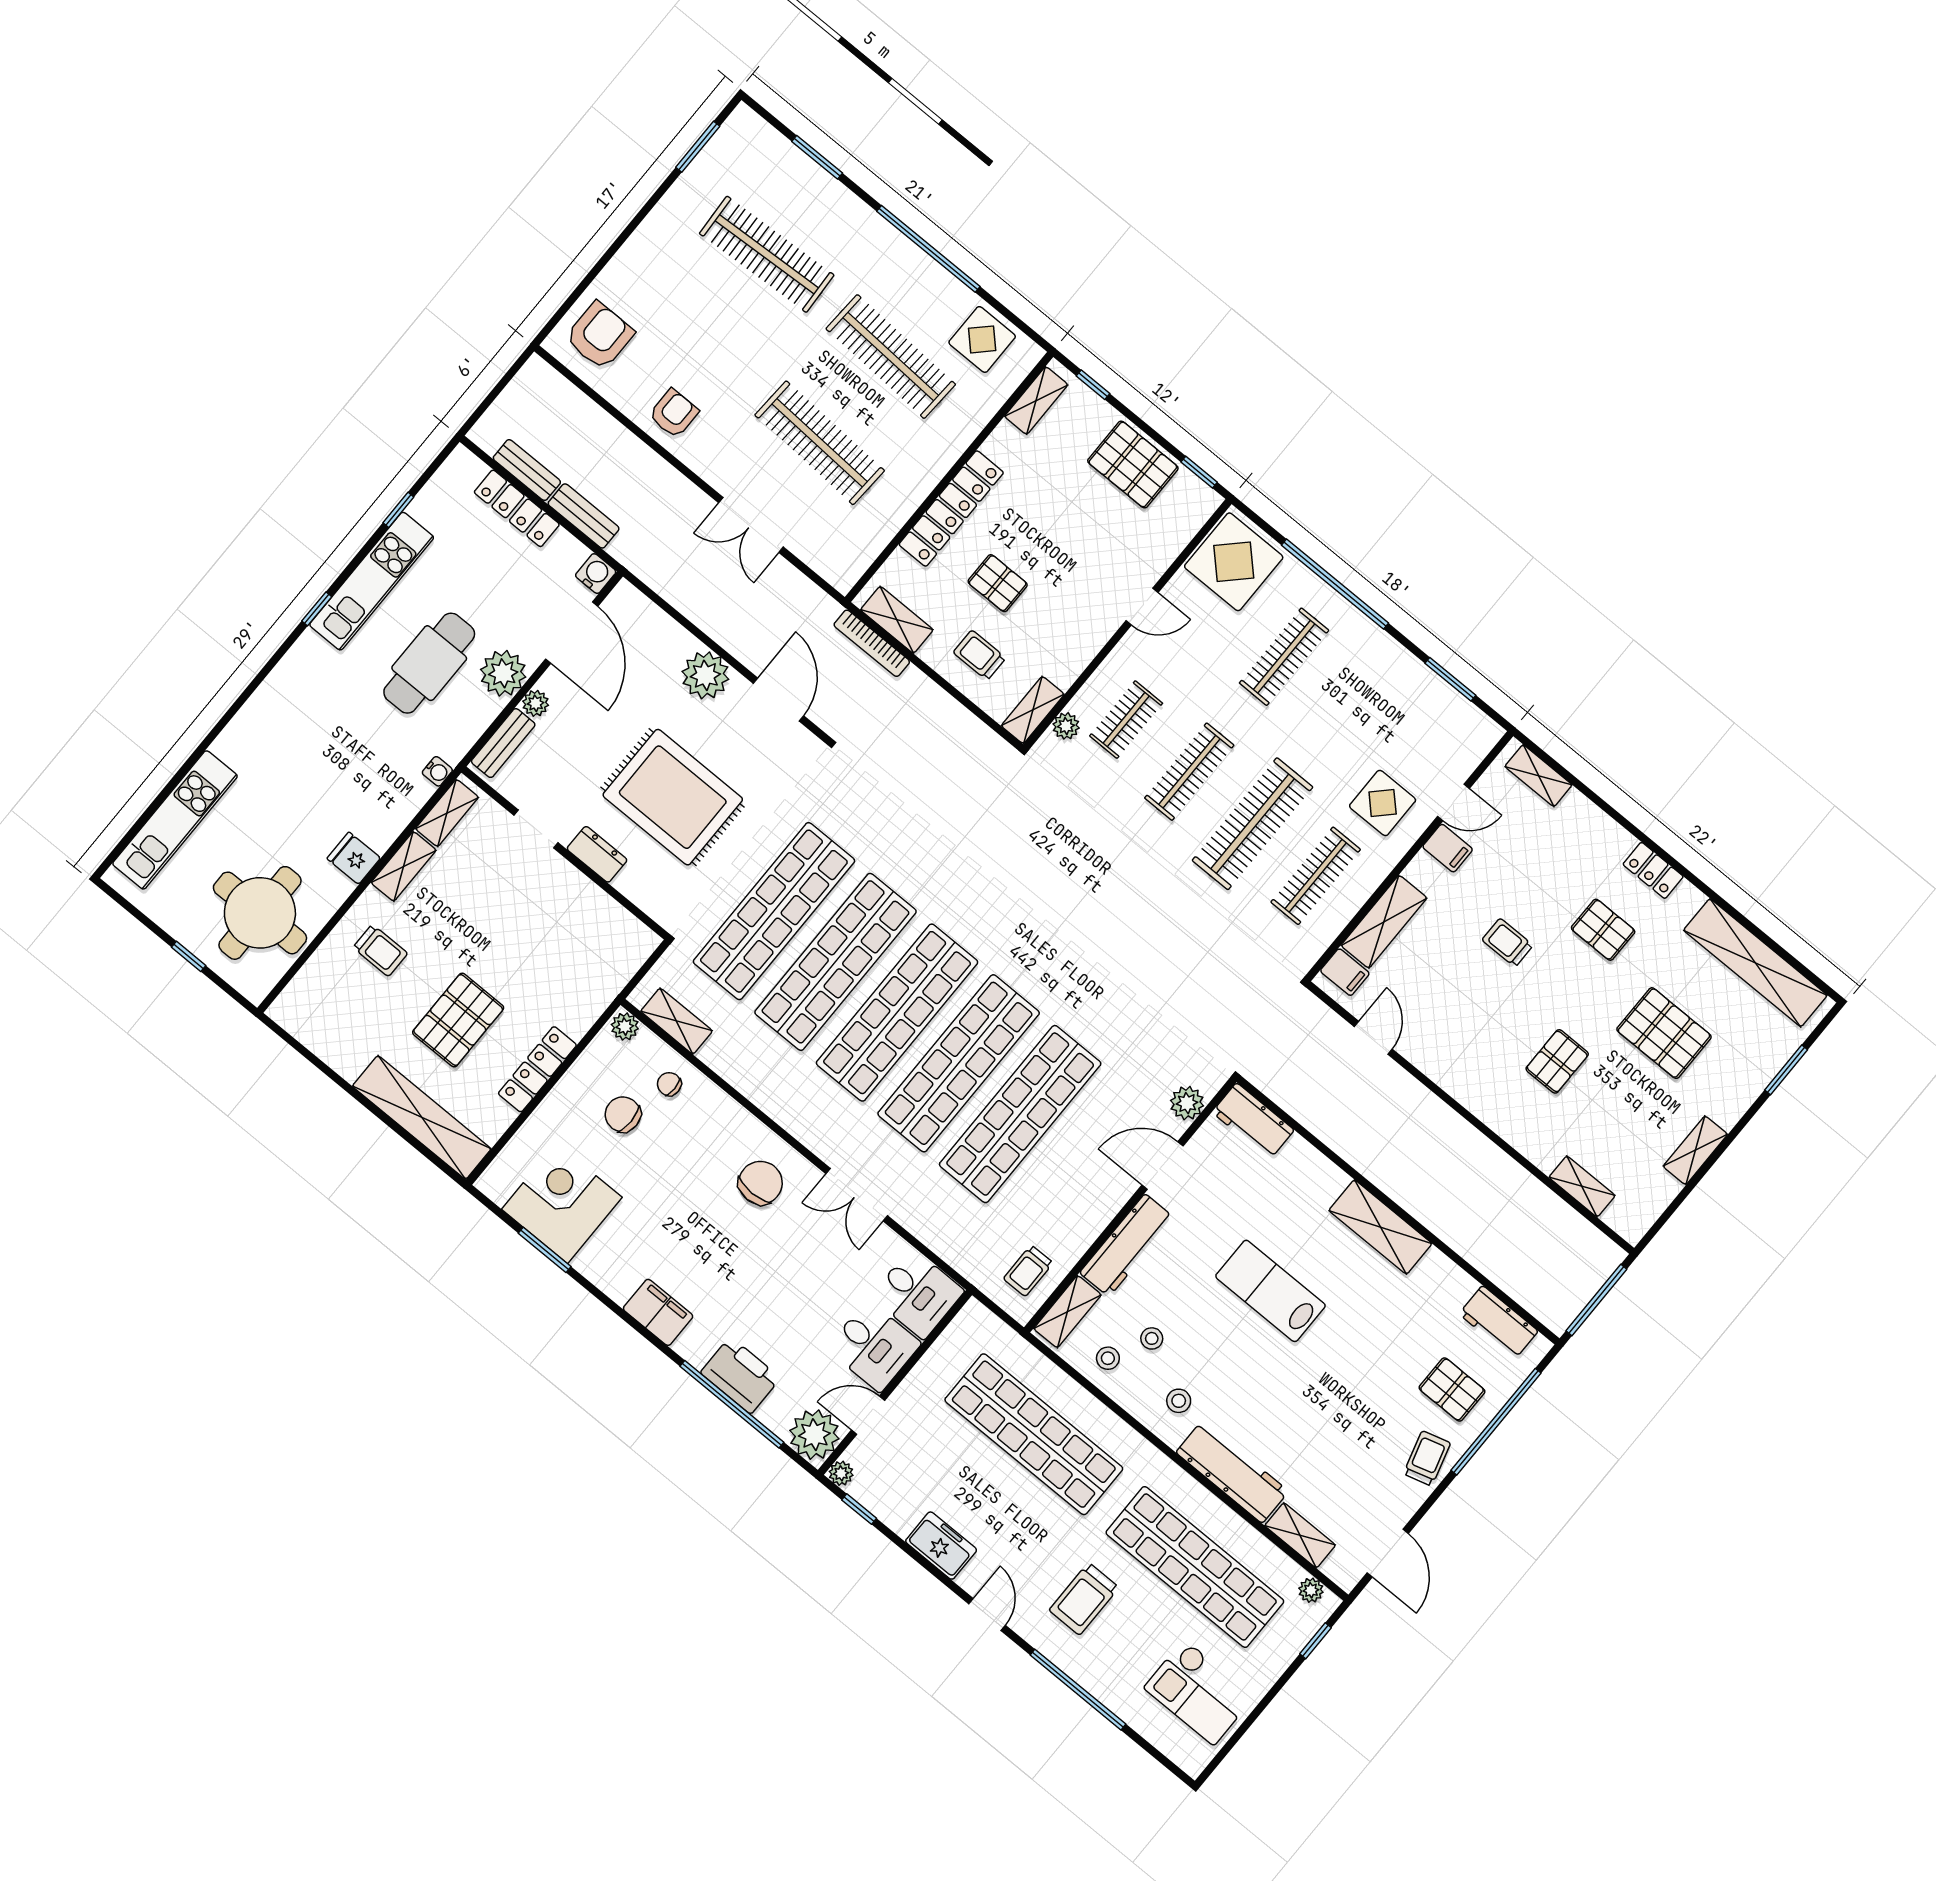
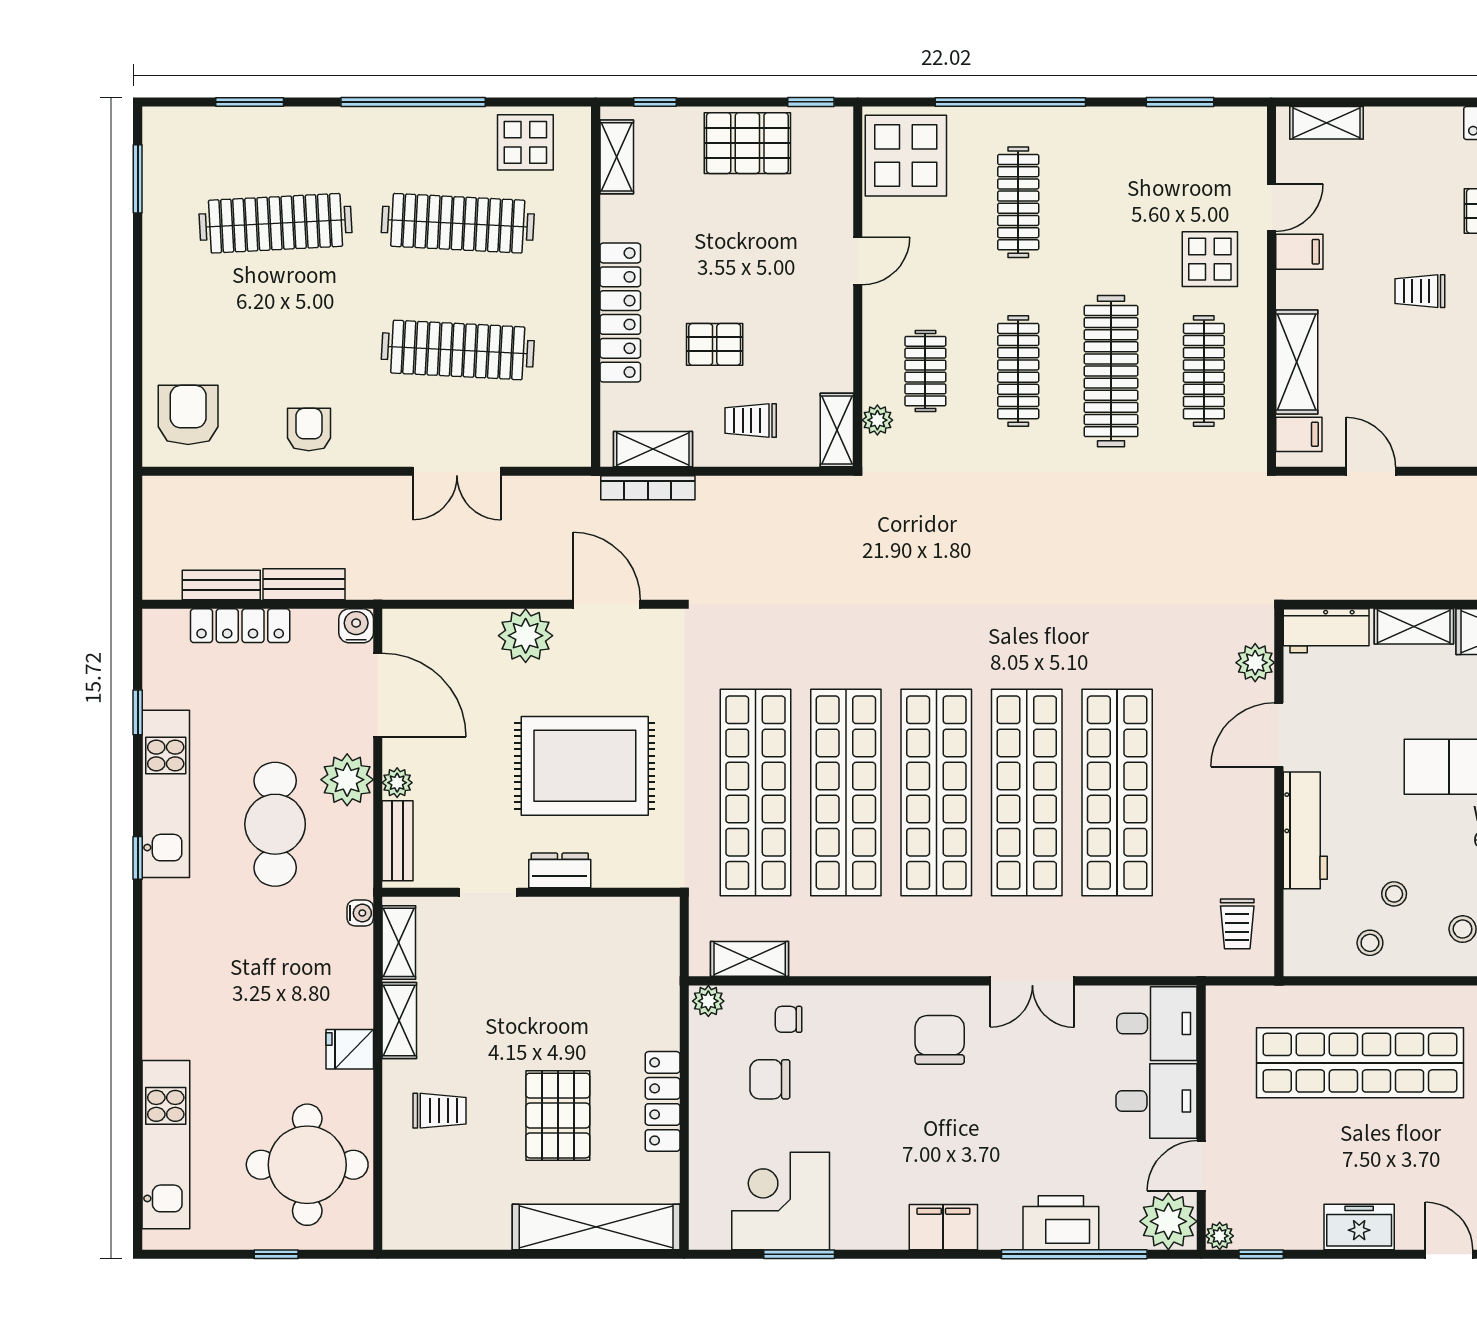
shelving: (1067, 1312) -> (1414, 626), moved, turned 90

